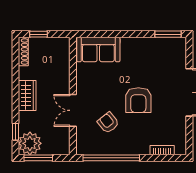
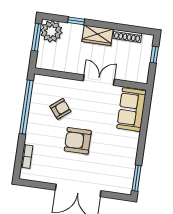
shoe rack: (23, 52) -> (127, 36), moved
double door: (73, 110) -> (99, 80), moved
window: (15, 132) -> (76, 21), moved

